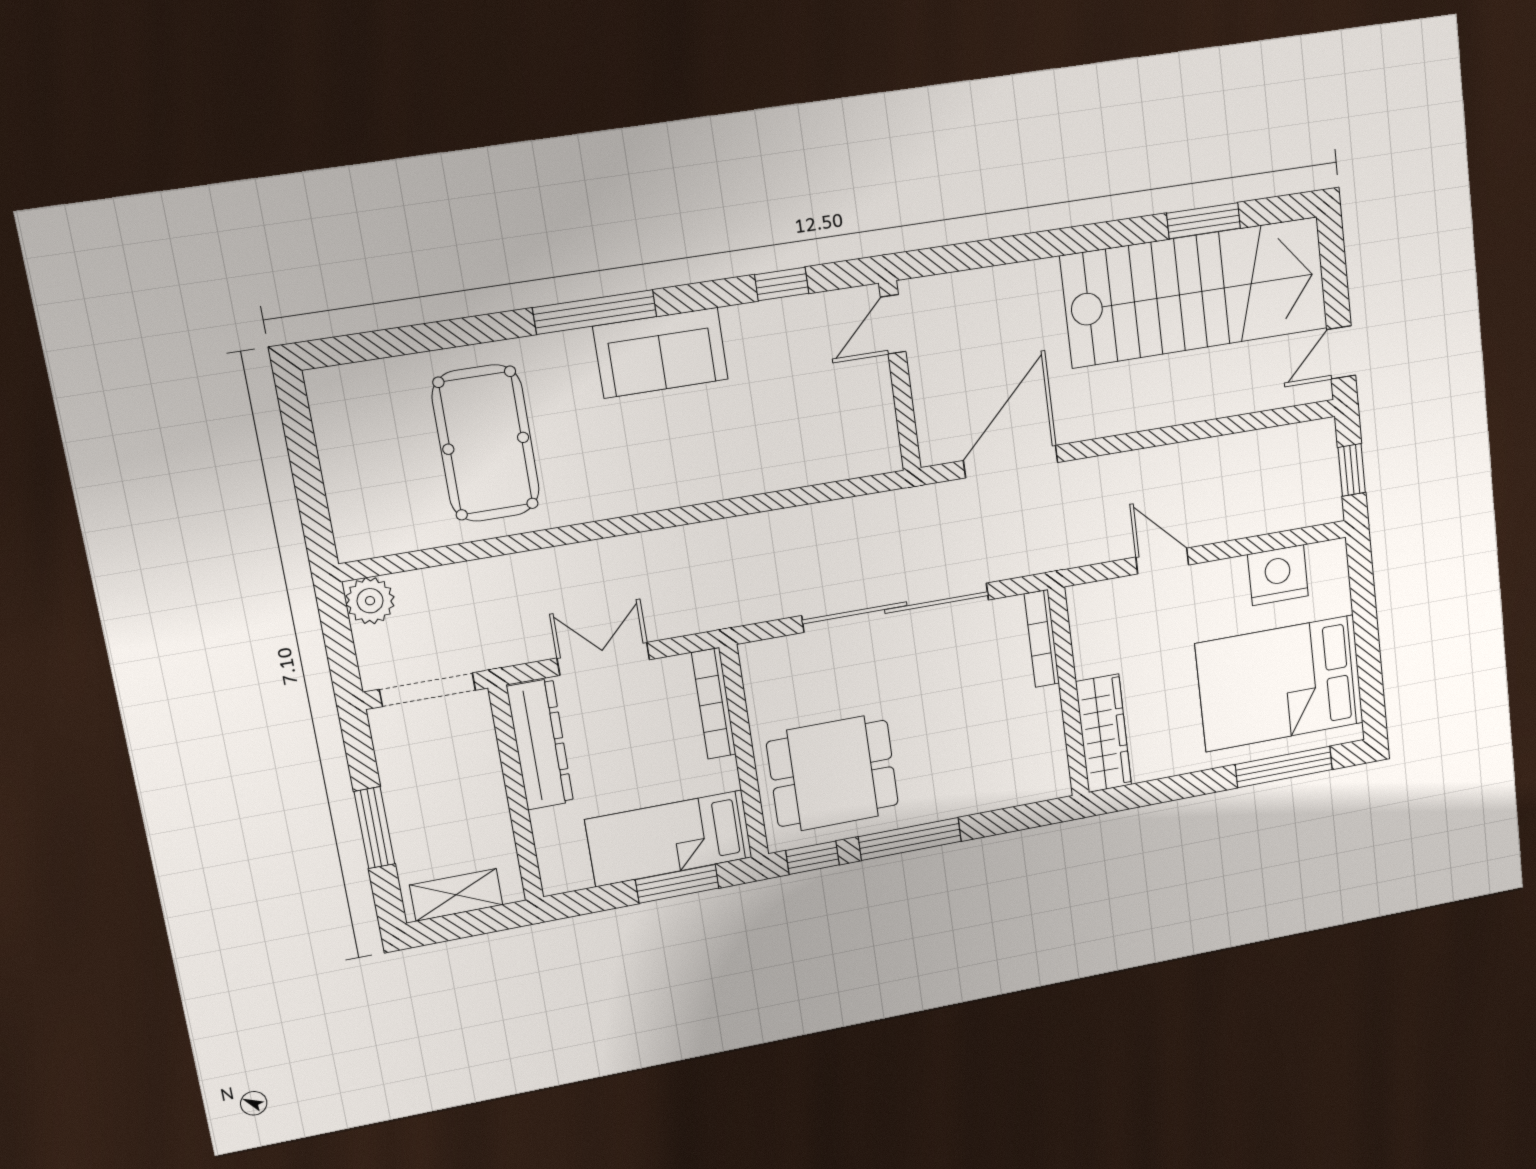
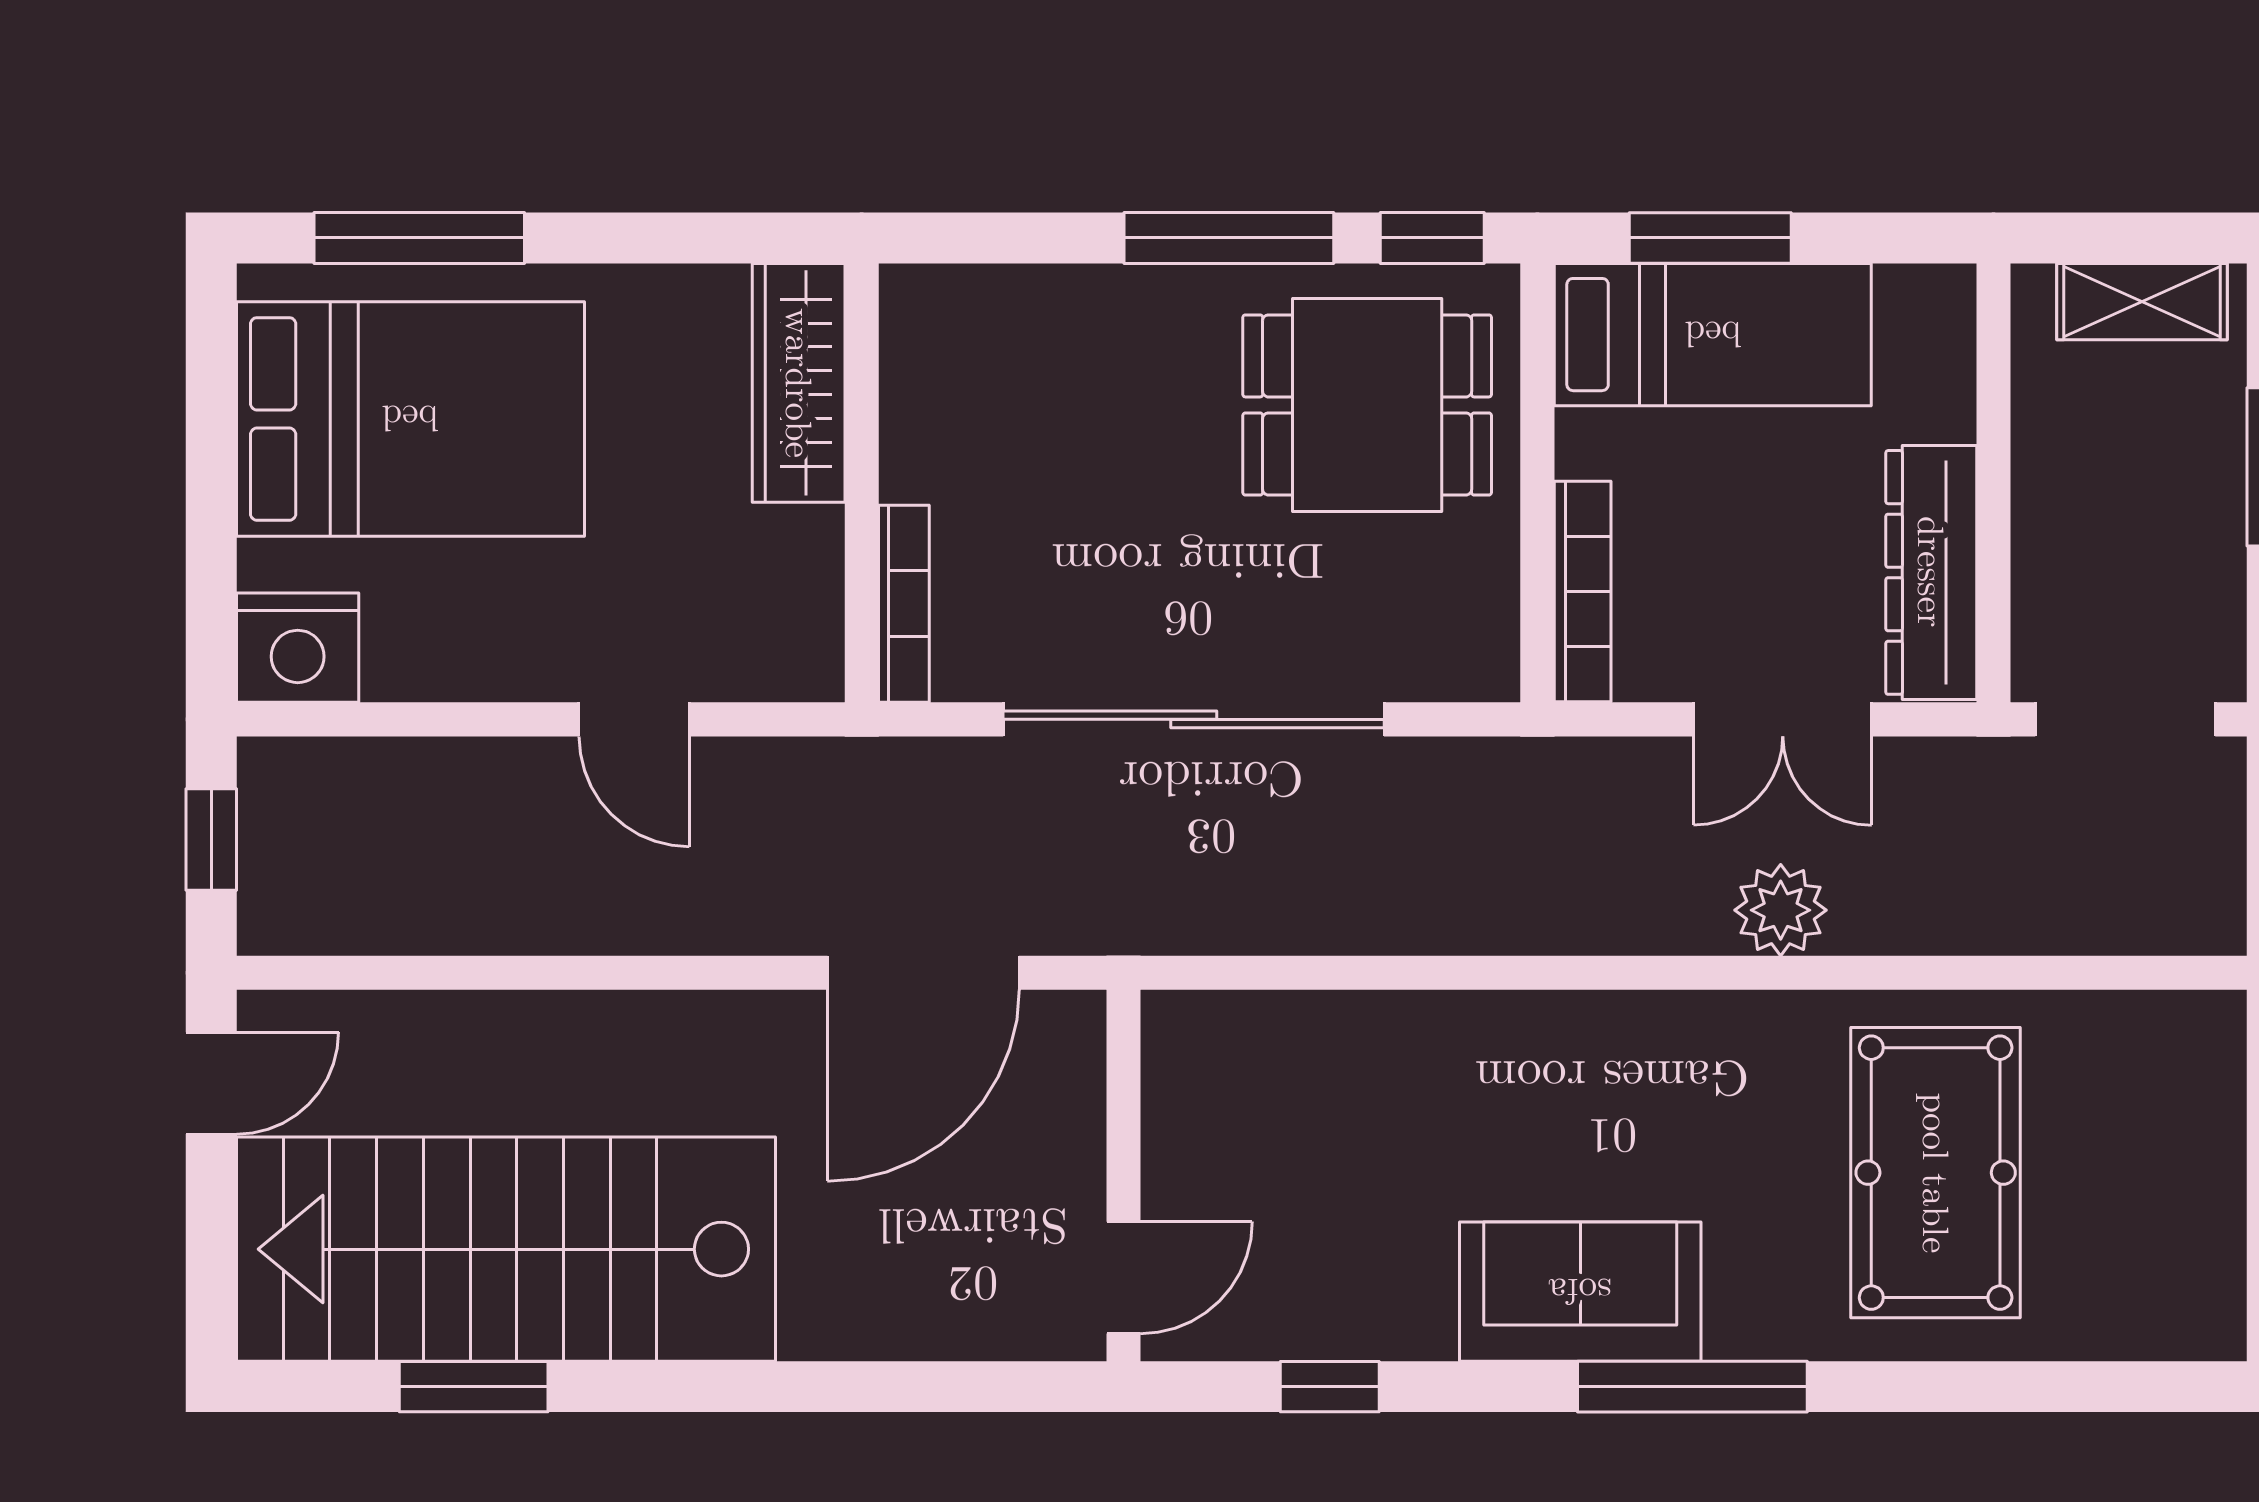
nightstand: (1278, 575) -> (298, 648), moved
plant: (370, 601) -> (1781, 910), moved

